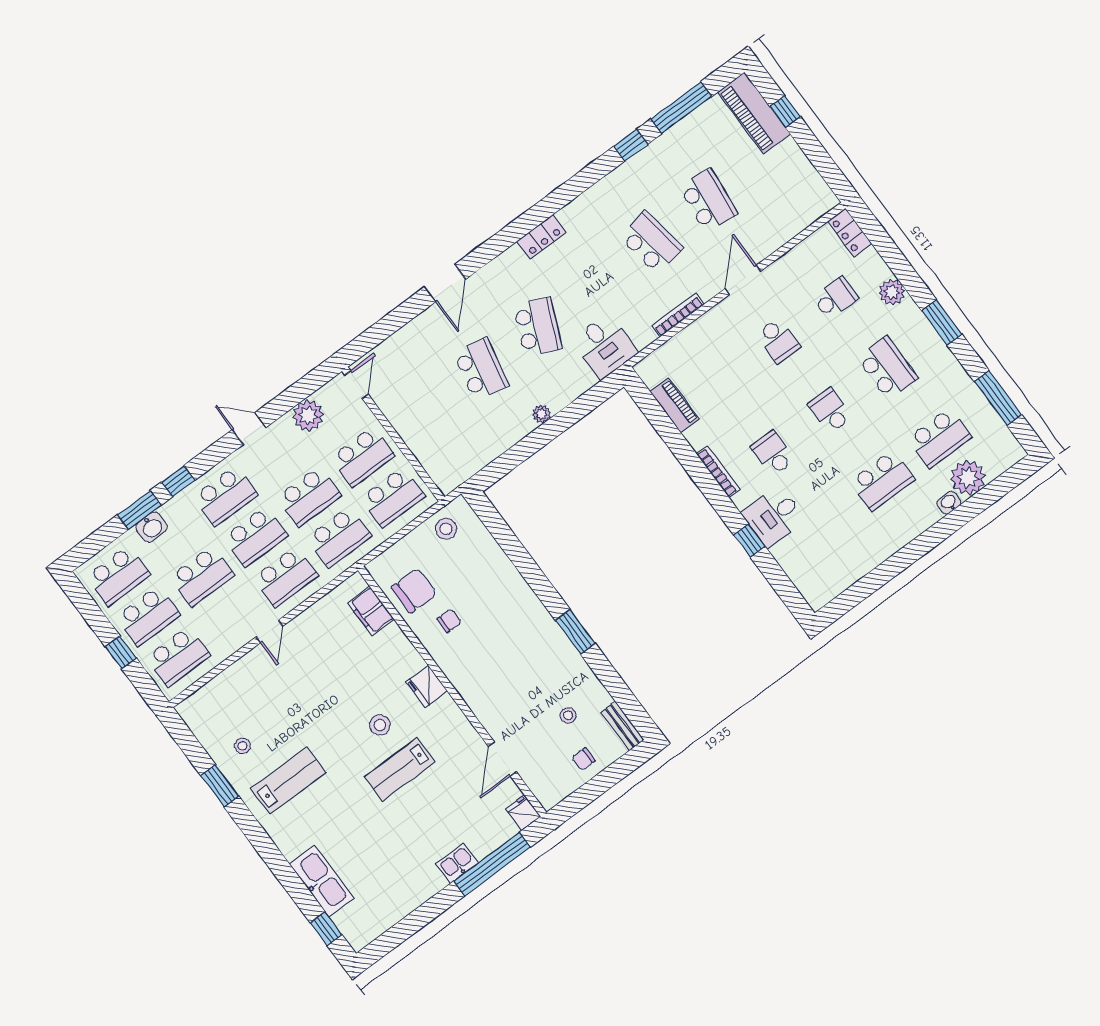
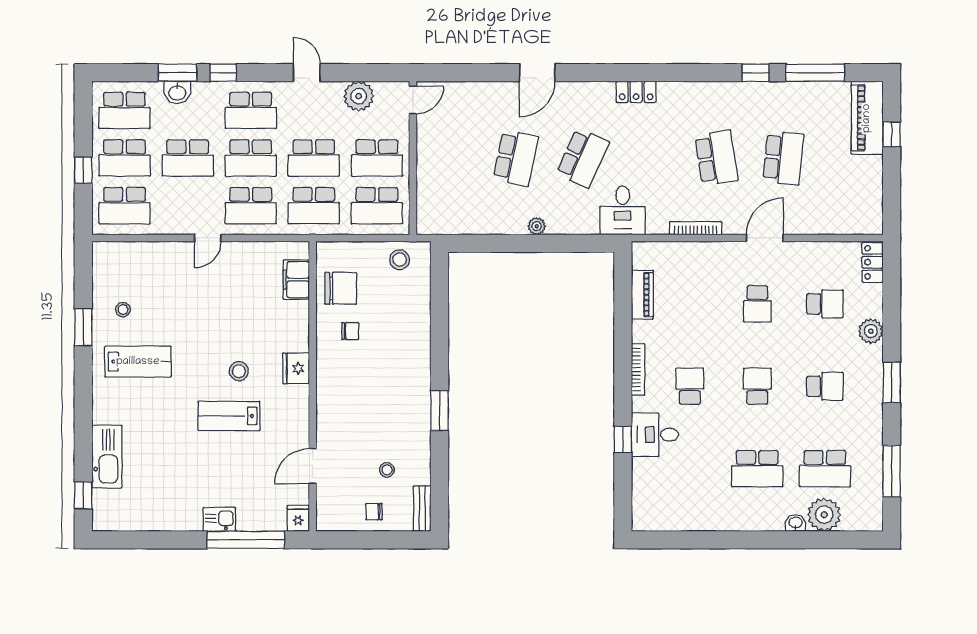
school desk: (887, 368) -> (825, 386), width x0.54

